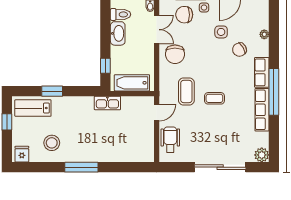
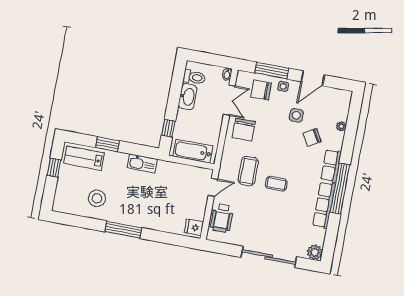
kitchen sink: (107, 103) -> (142, 164), moved
wheelchair: (170, 140) -> (222, 218), turned 180
fridge: (22, 154) -> (194, 227), moved, turned -90

